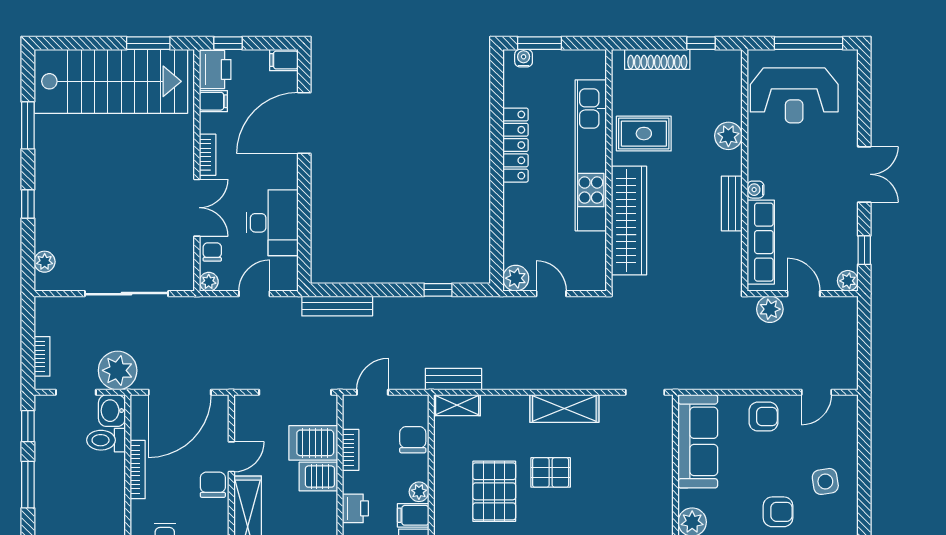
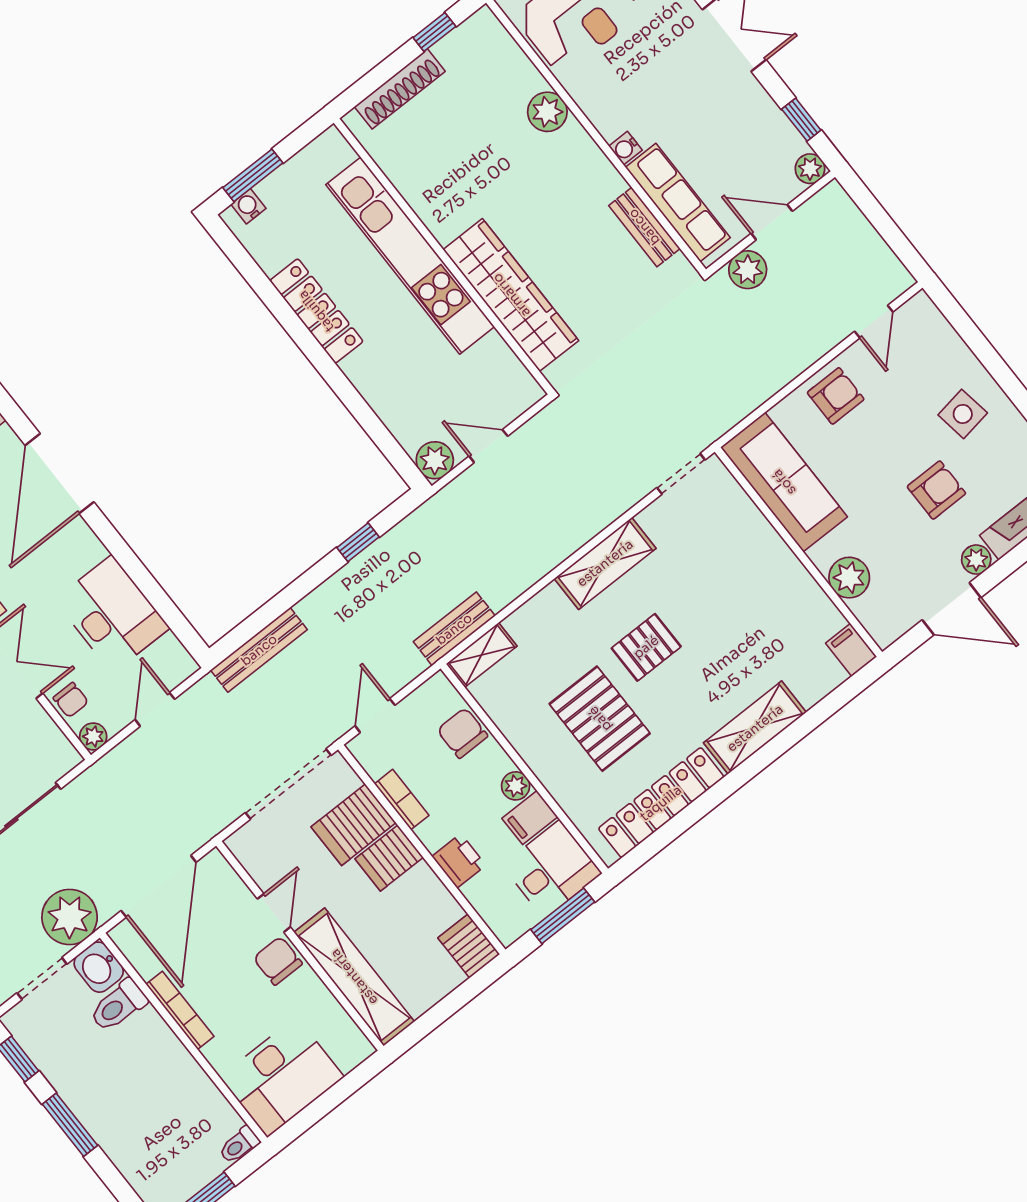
rug: (644, 134) -> (450, 184), removed
bench: (732, 203) -> (644, 227), moved
chair: (212, 252) -> (71, 700), turned 180

